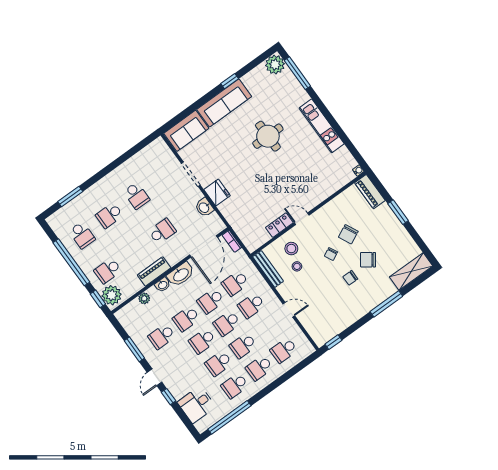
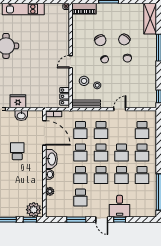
locker: (279, 225) -> (65, 96), moved
school desk: (108, 271) -> (17, 201), removed
piano: (154, 271) -> (38, 174), removed
desk: (197, 404) -> (120, 206), moved

